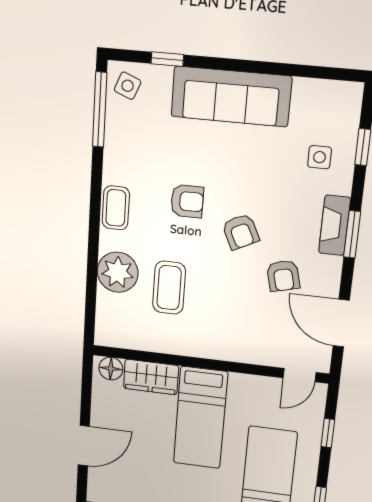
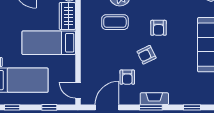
side table: (320, 157) -> (185, 88), removed
armchair: (283, 276) -> (127, 77), turned -76

